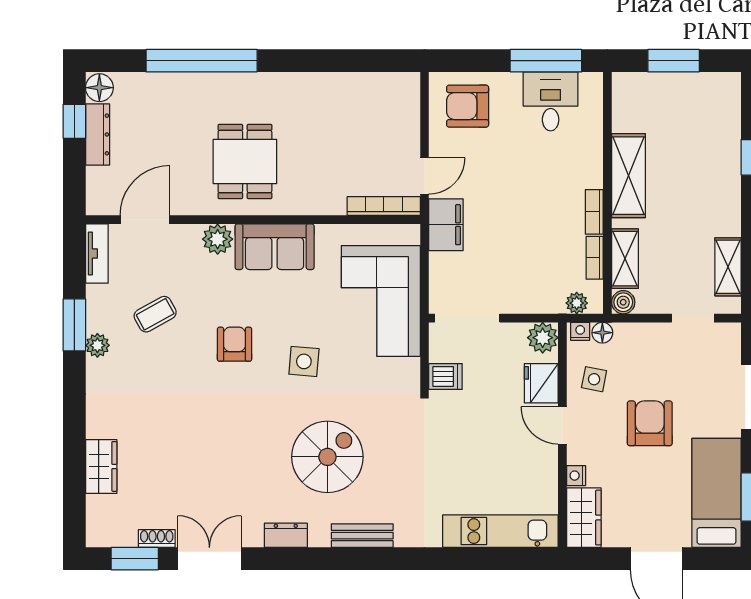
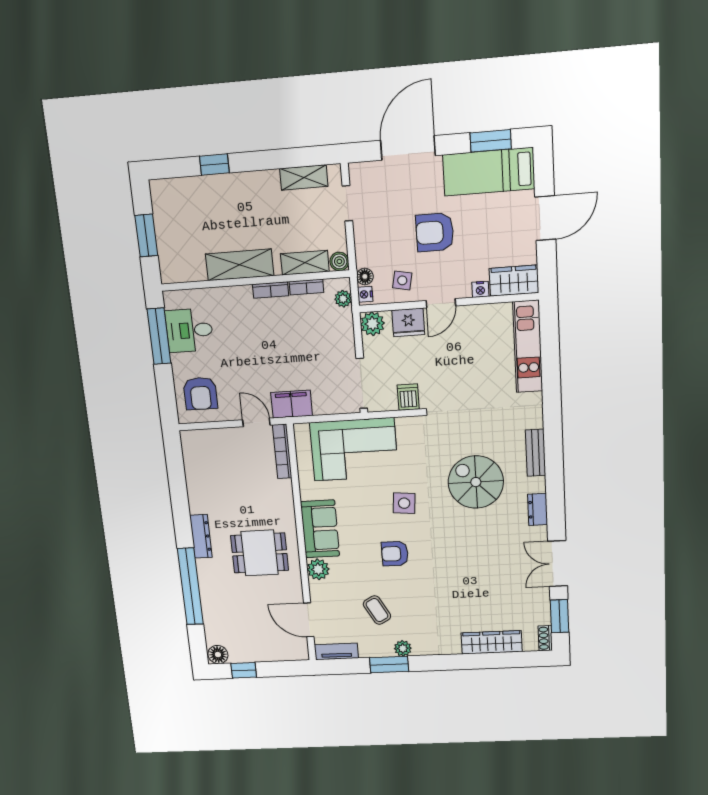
dresser: (98, 134) -> (201, 536), moved, turned 90
wardrobe: (101, 466) -> (492, 642), width x1.50
shoe rack: (157, 538) -> (545, 638), moved

